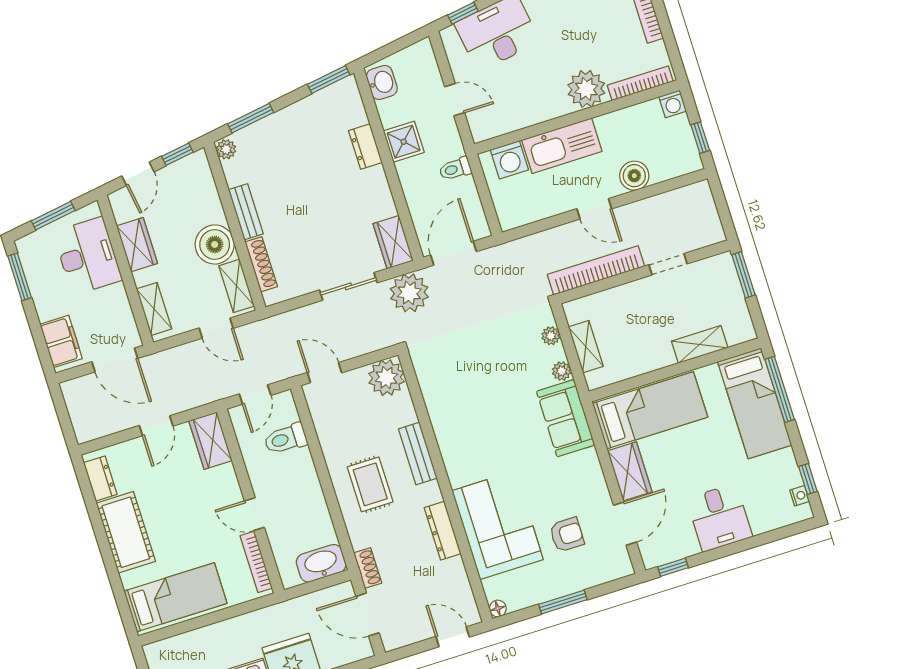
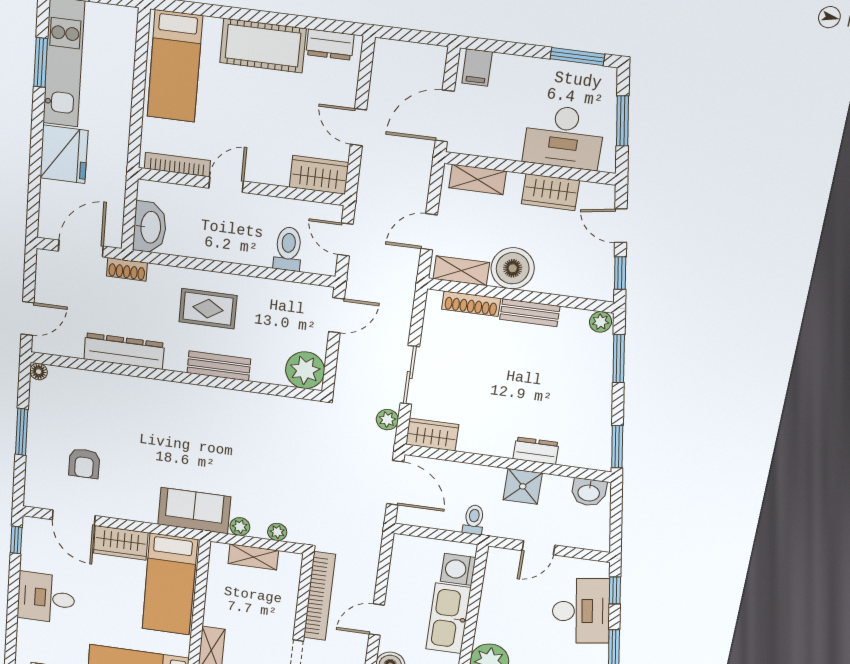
plant: (409, 293) -> (387, 420), width x0.53, depth x0.53
filing cabinet: (61, 341) -> (477, 68), width x0.50
corner sofa: (498, 525) -> (119, 407), removed
dresser: (443, 531) -> (124, 351), width x1.37, depth x1.24

